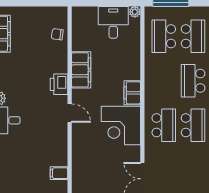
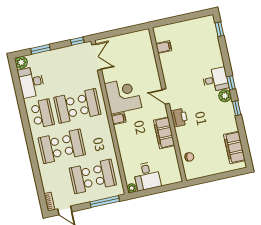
filing cabinet: (132, 93) -> (119, 119), width x0.50
school desk: (164, 125) -> (89, 103), turned 180

